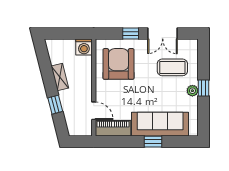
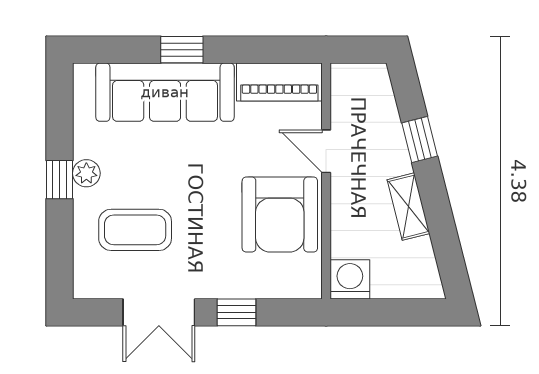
double door: (163, 33) -> (159, 312), swing flipped
armchair: (118, 64) -> (280, 215), moved
door: (94, 111) -> (326, 151), moved

